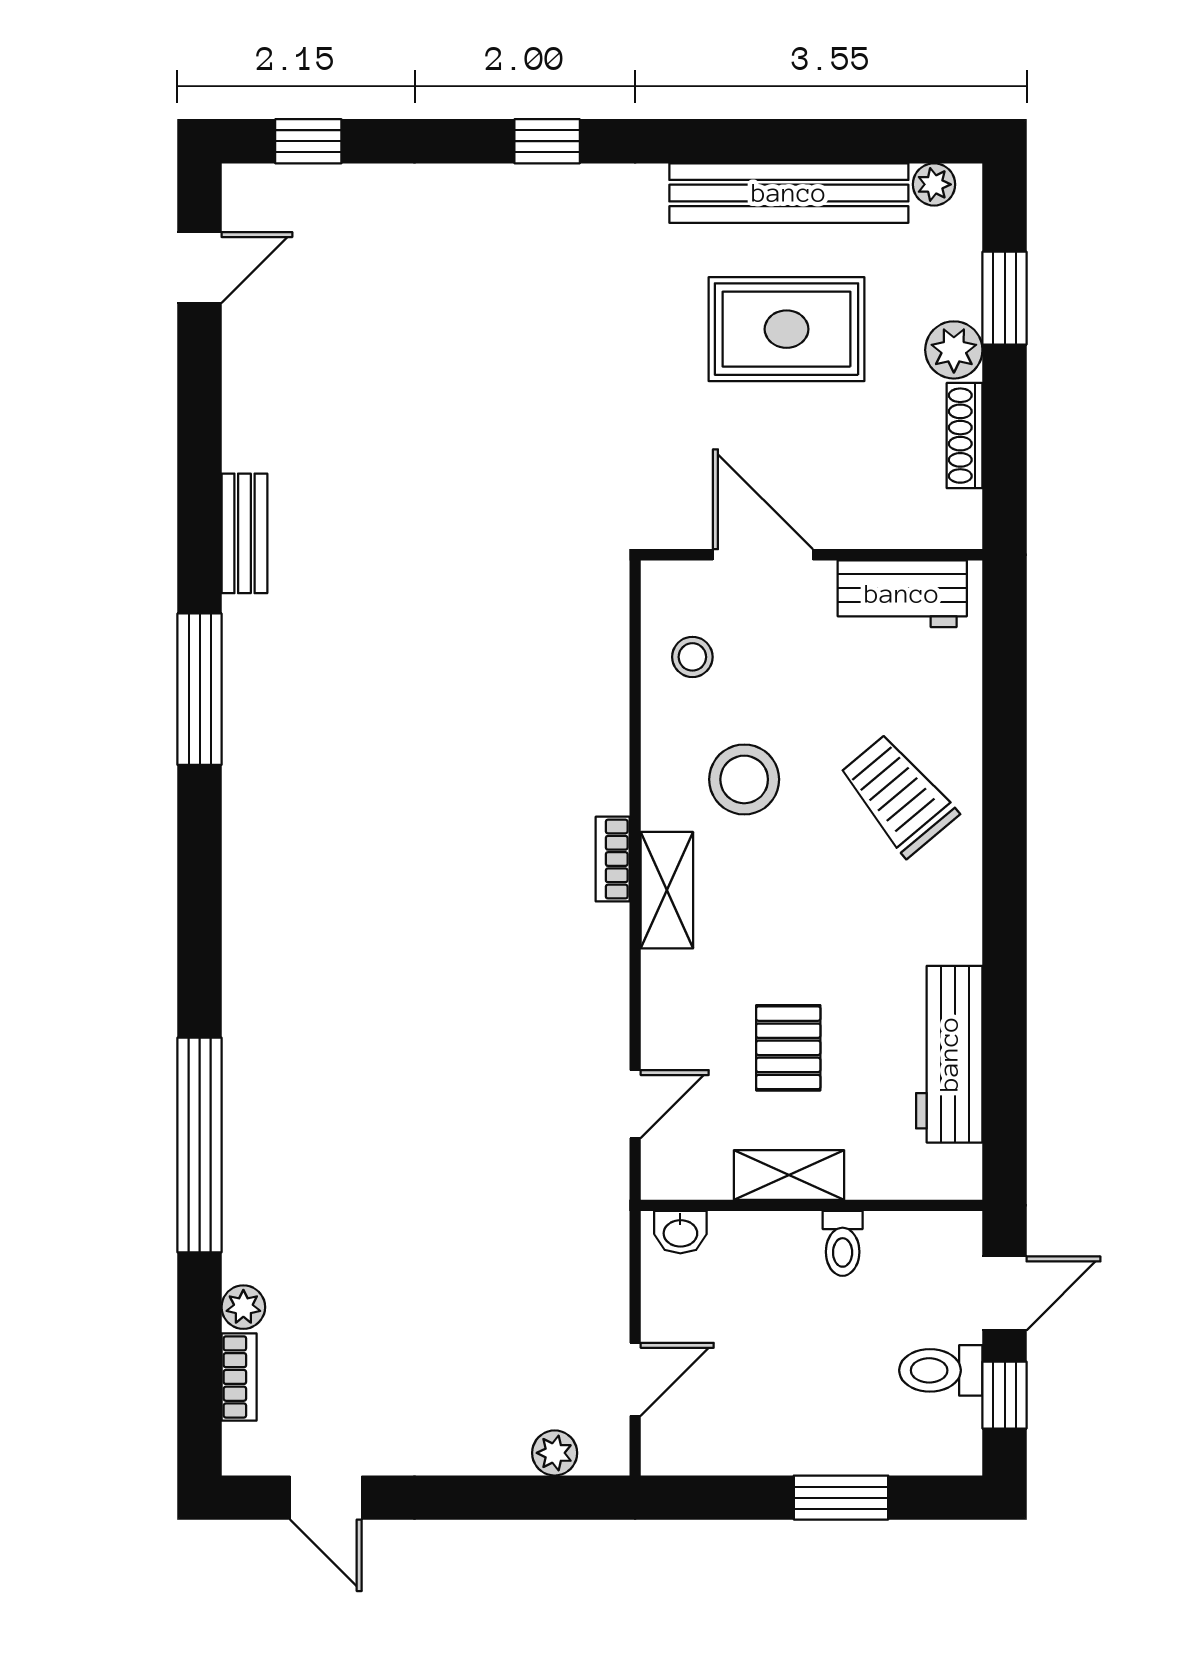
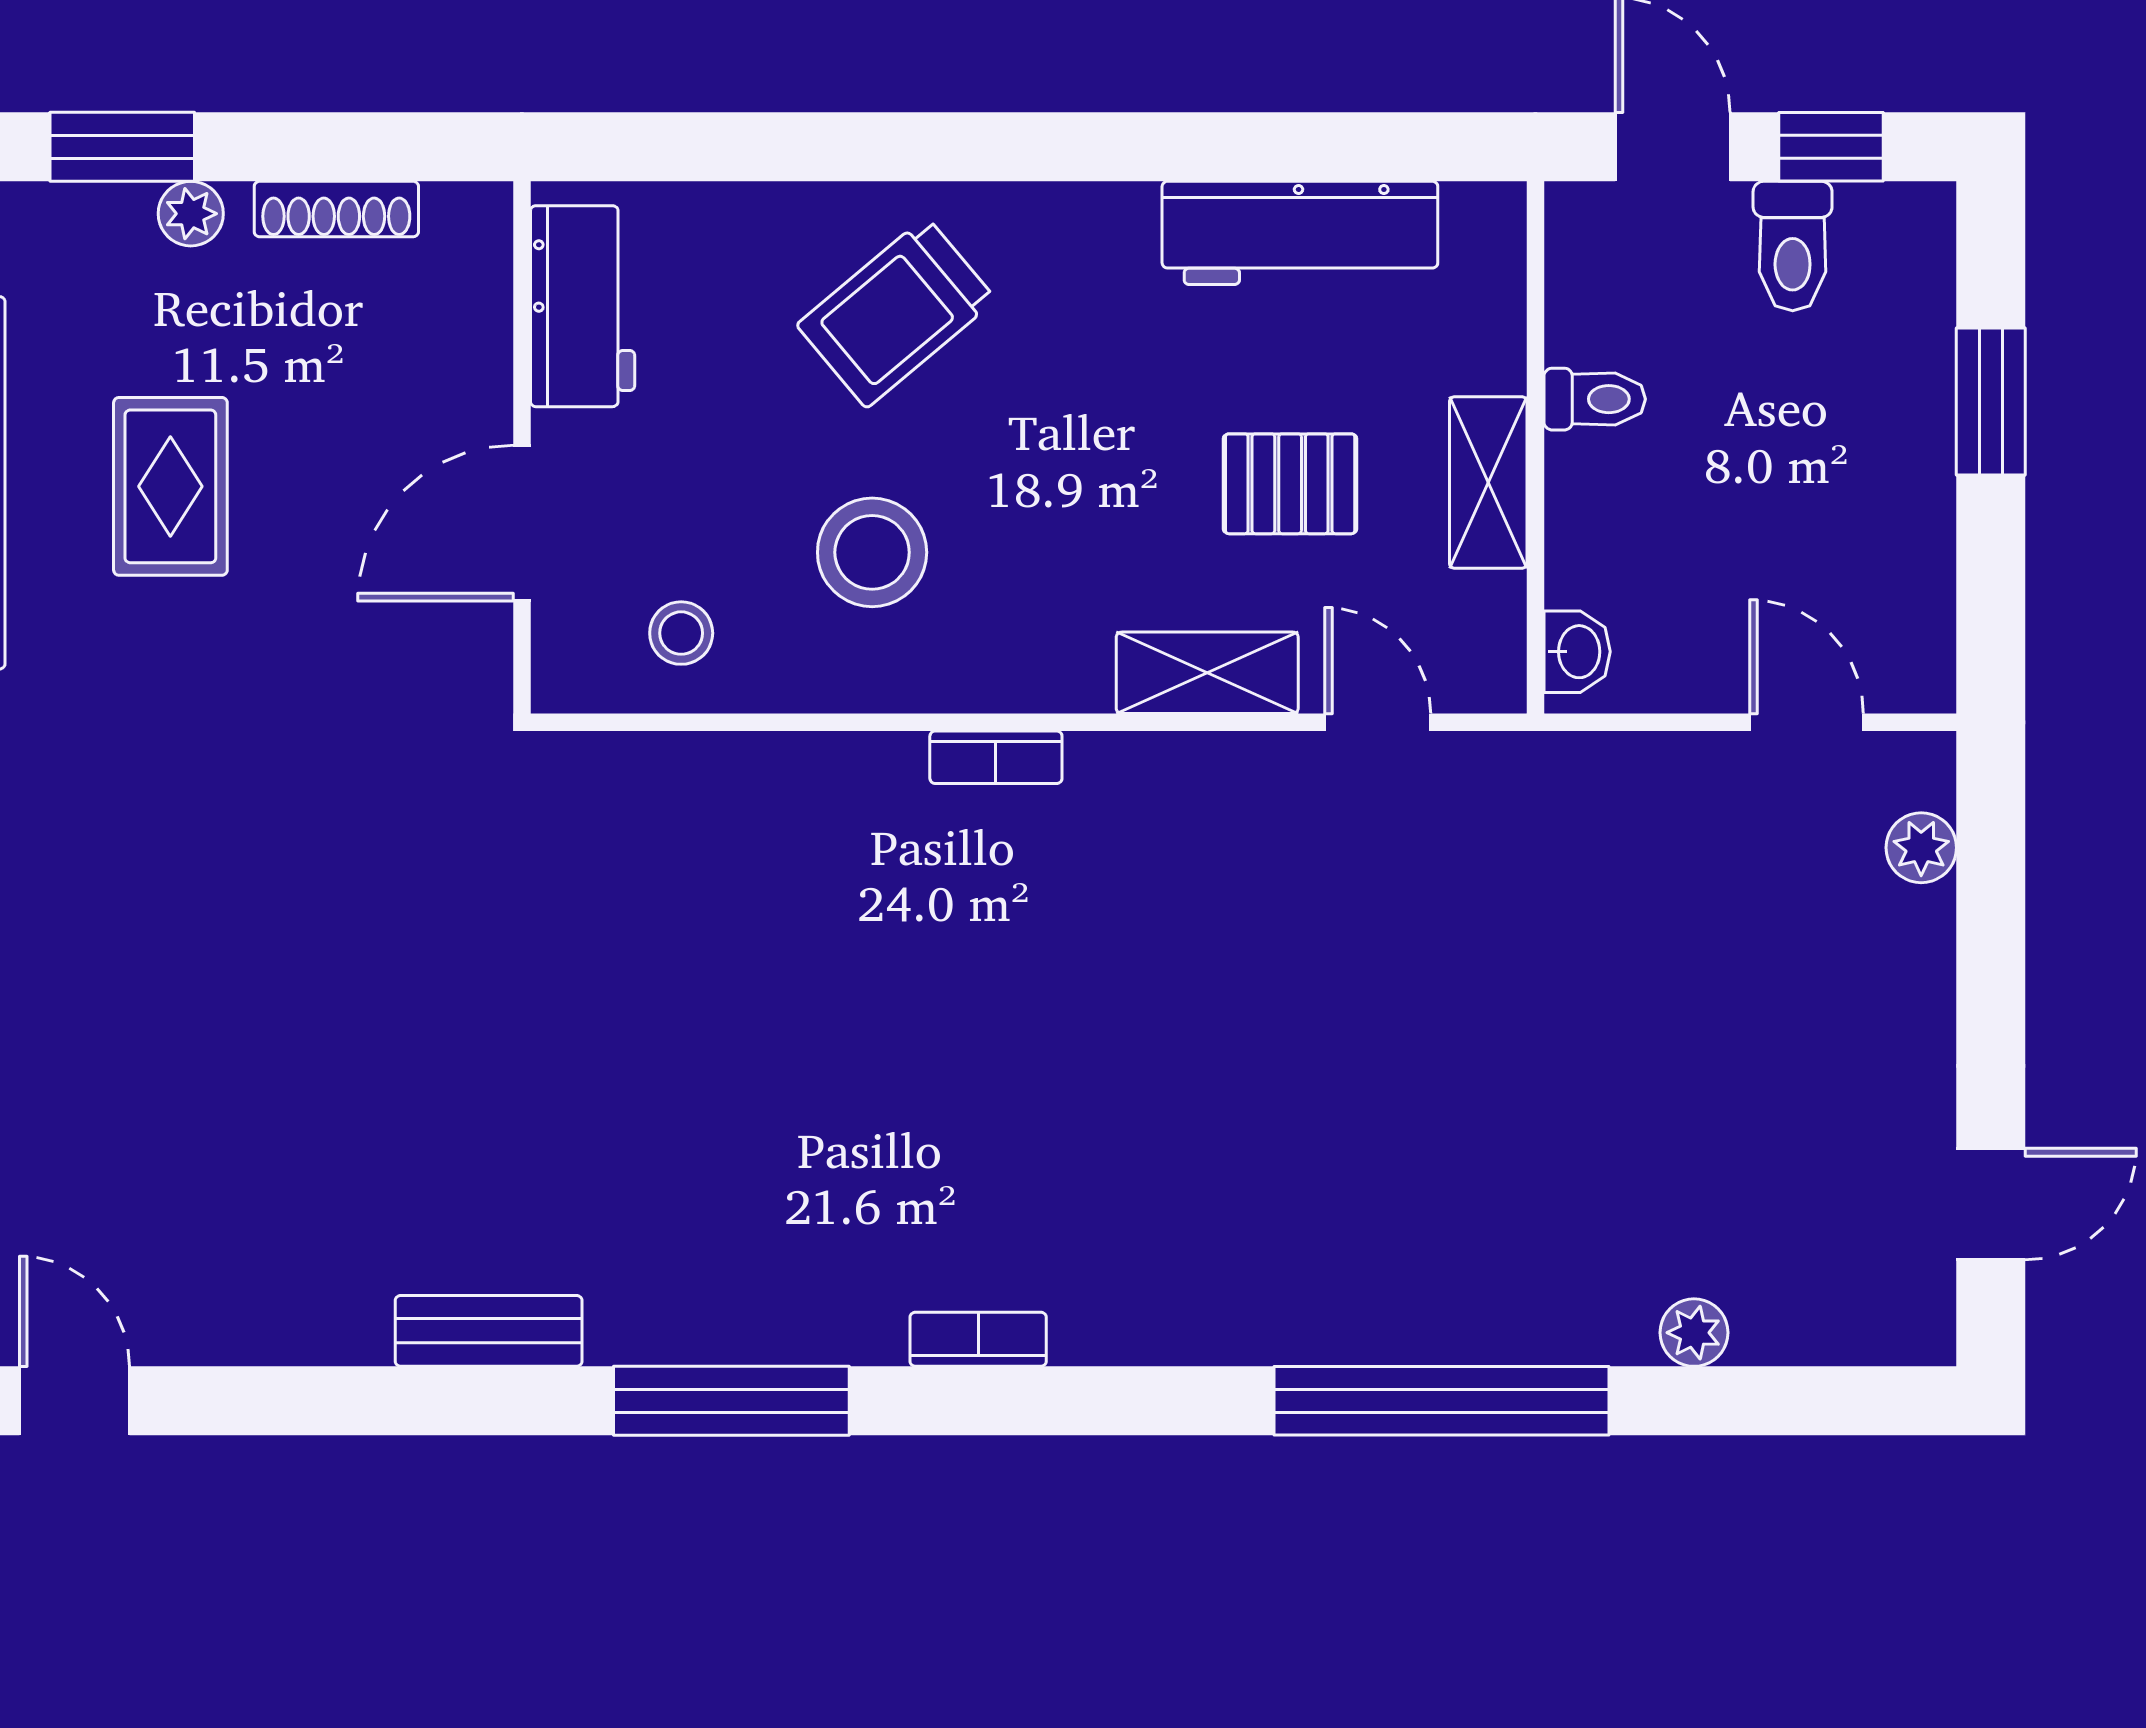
rug: (787, 329) -> (170, 486), width x0.73, depth x0.70
plant: (954, 350) -> (191, 214), width x0.73, depth x0.73
shelving: (667, 890) -> (1207, 673), moved
bookcase: (239, 1377) -> (978, 1339), moved

